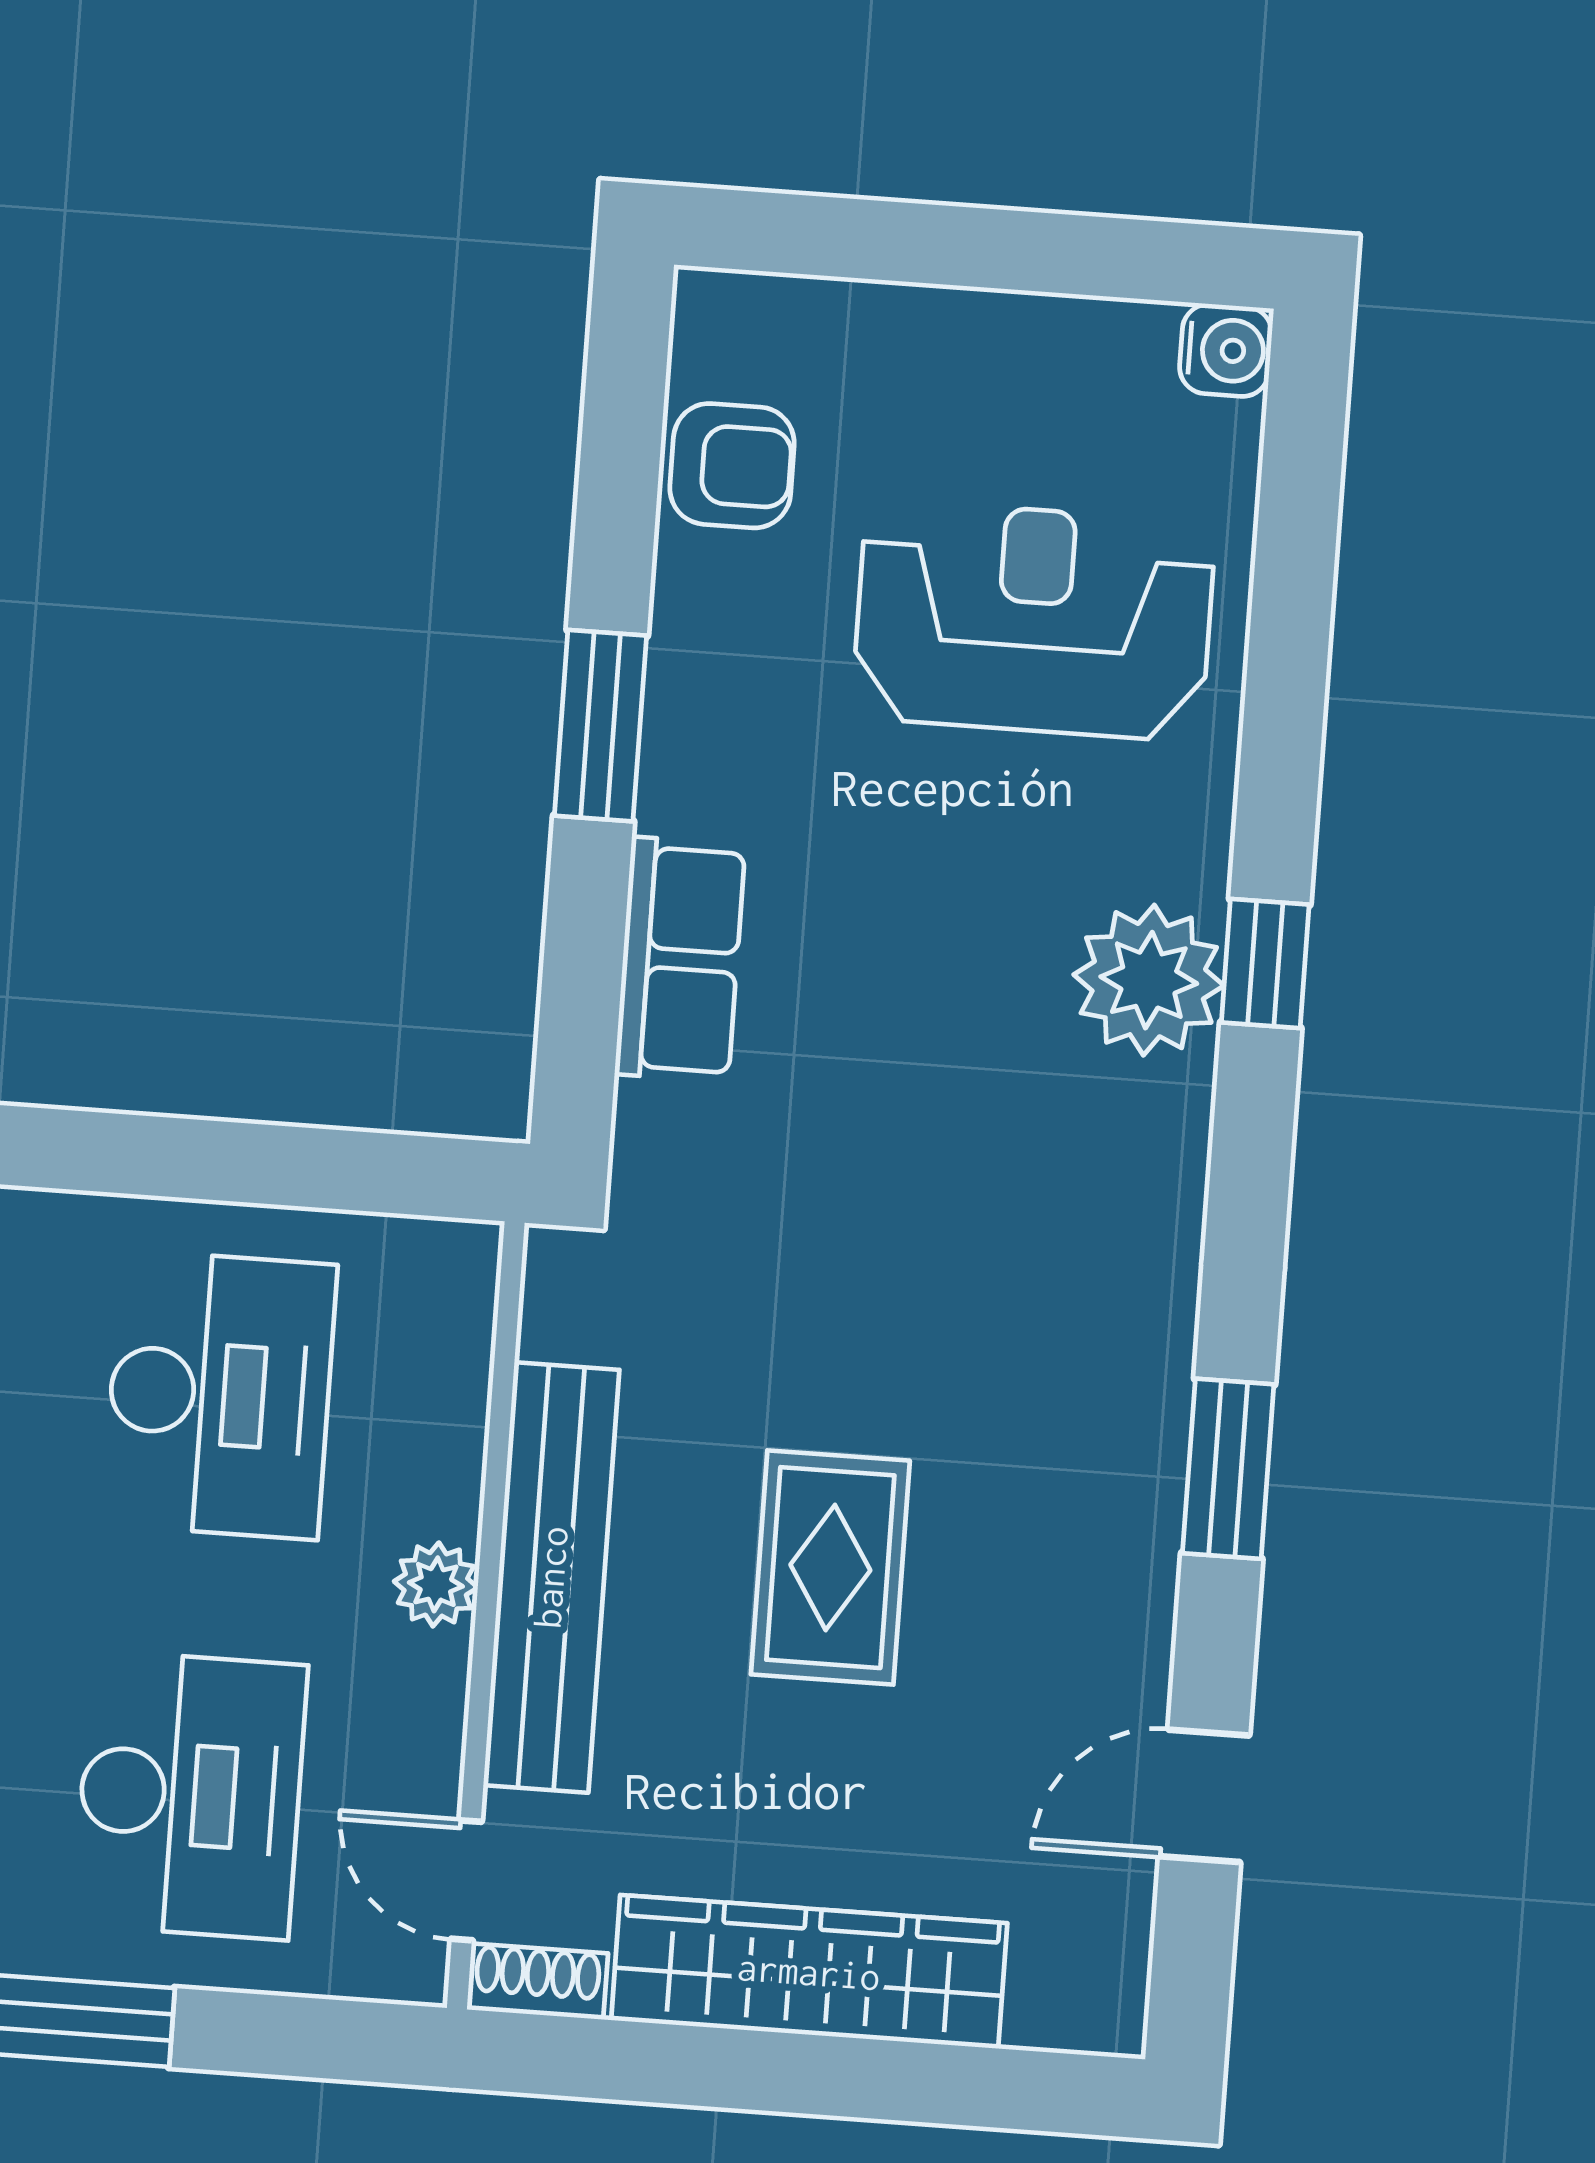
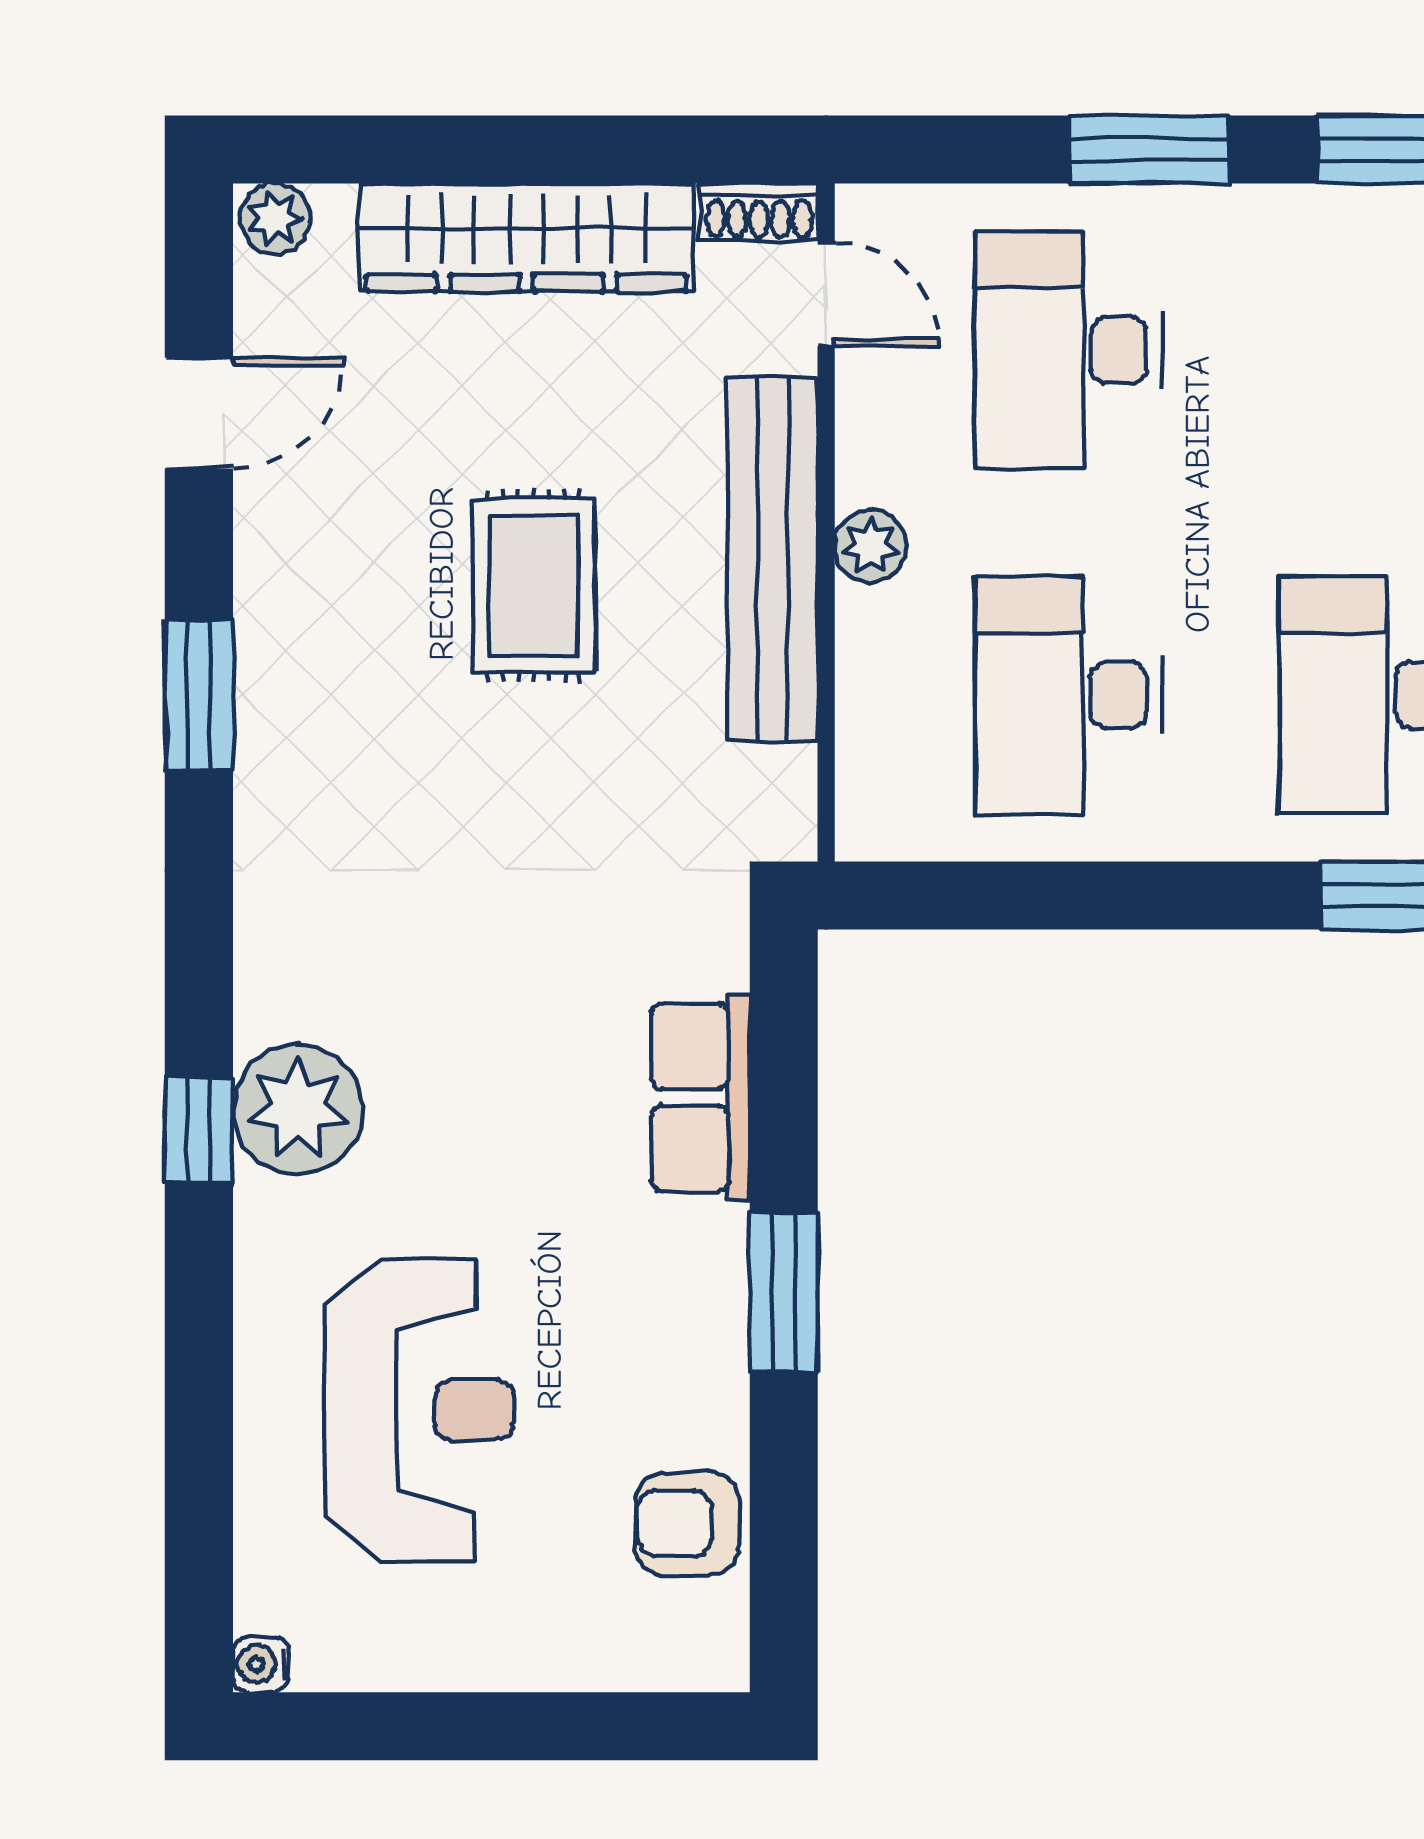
water cooler: (1226, 350) -> (261, 1664), width x0.72, depth x0.72
reception desk: (1034, 620) -> (419, 1410), turned -90
plant: (1100, 2015) -> (275, 219), added

